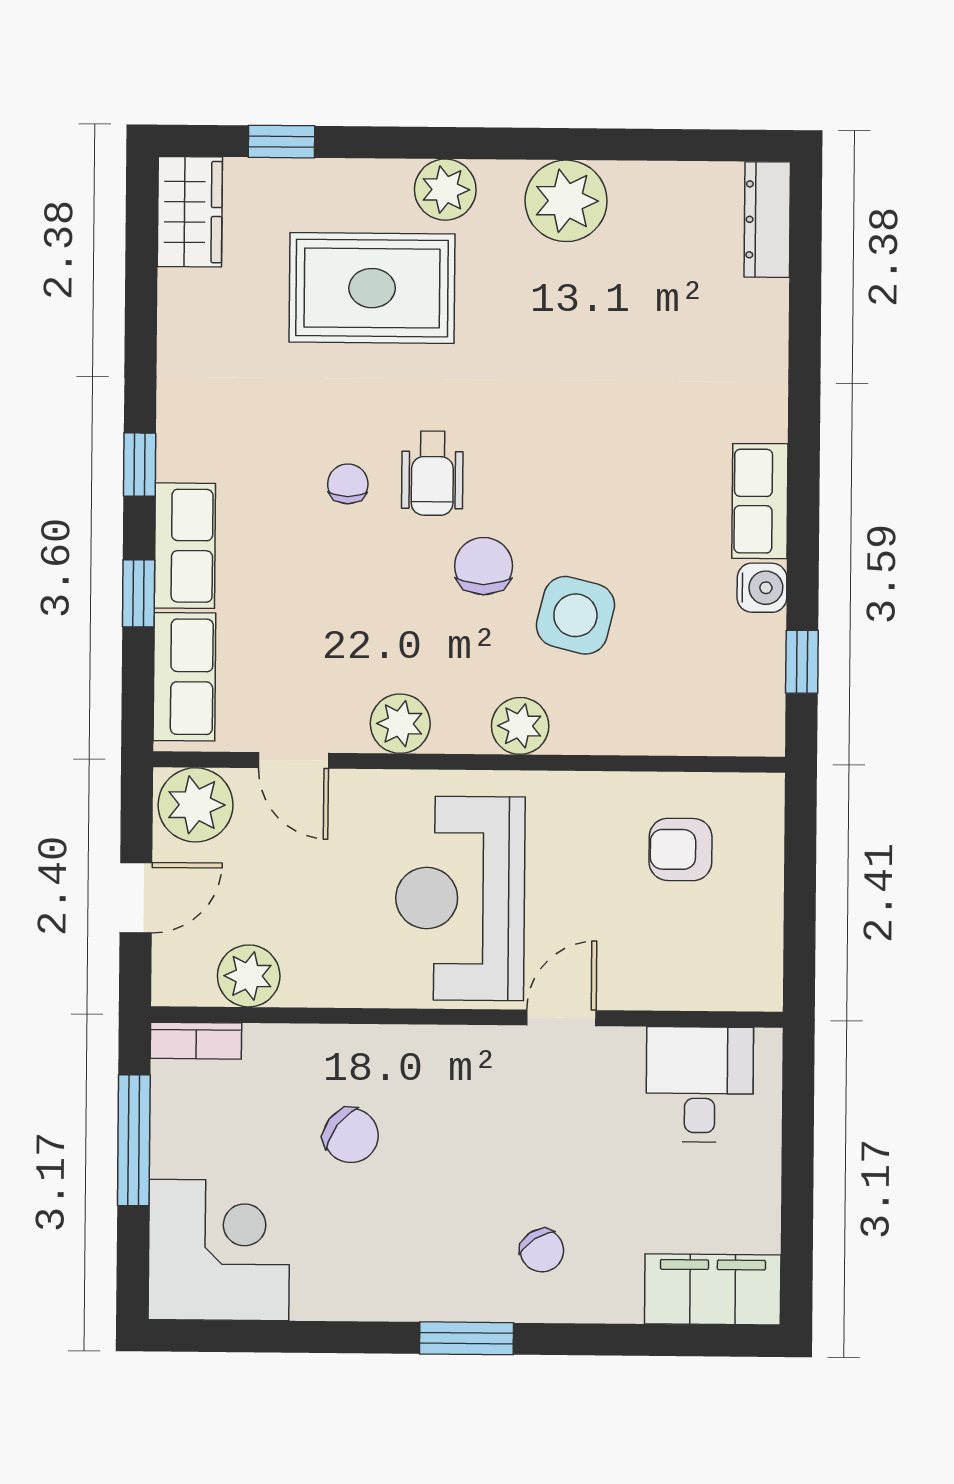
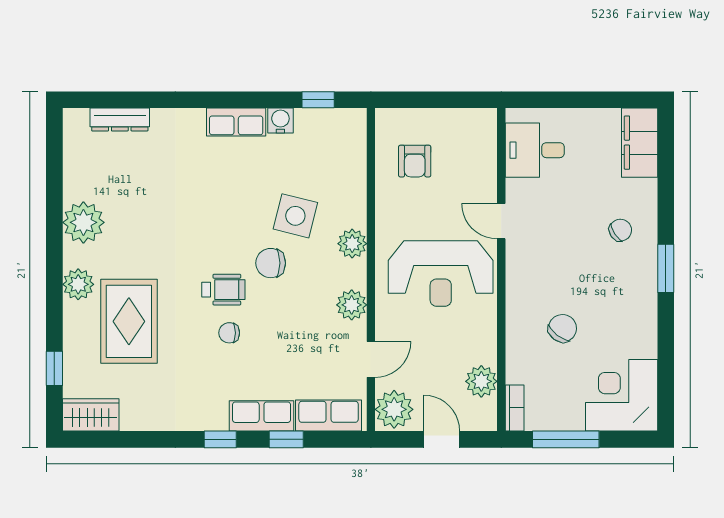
dresser: (767, 220) -> (120, 119), moved

